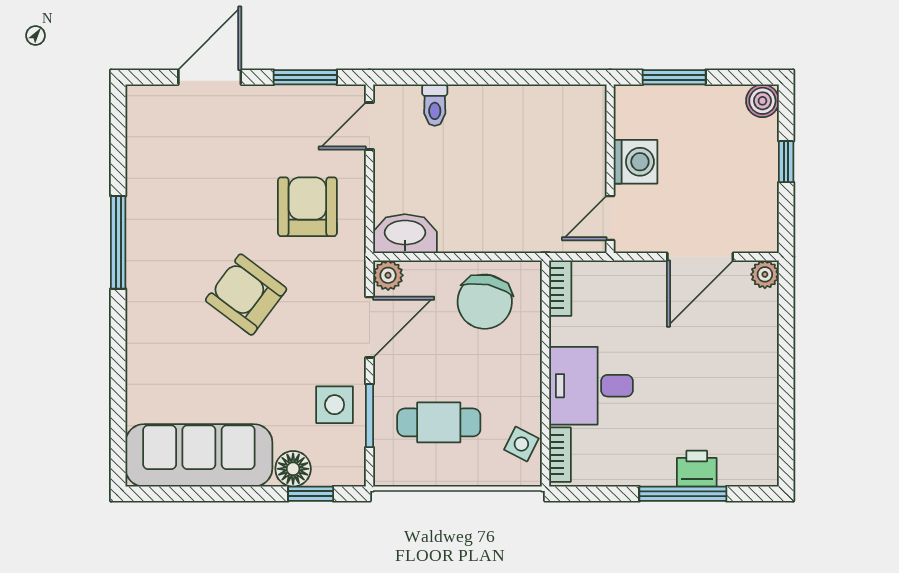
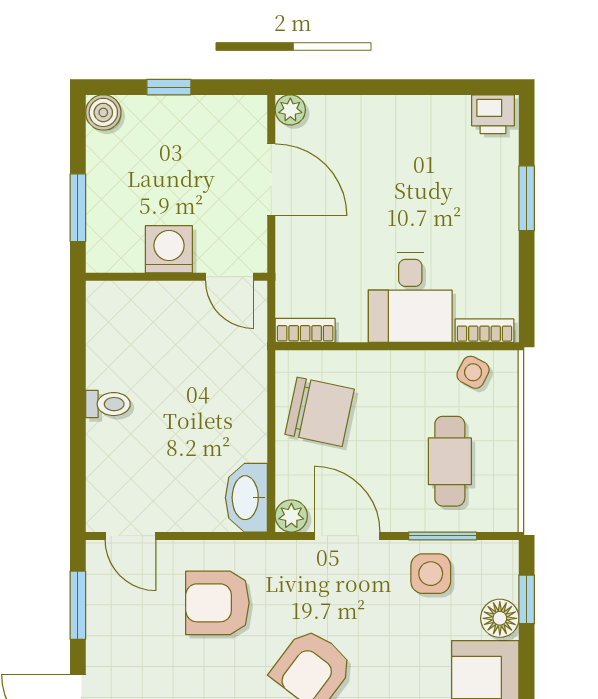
toilet: (435, 105) -> (108, 404), moved
printer: (697, 469) -> (493, 114), moved, turned -90
window: (683, 494) -> (527, 198), width x0.69

